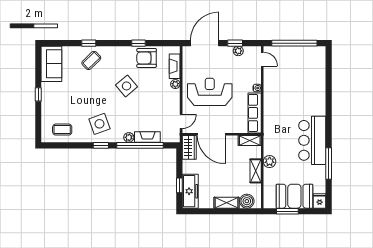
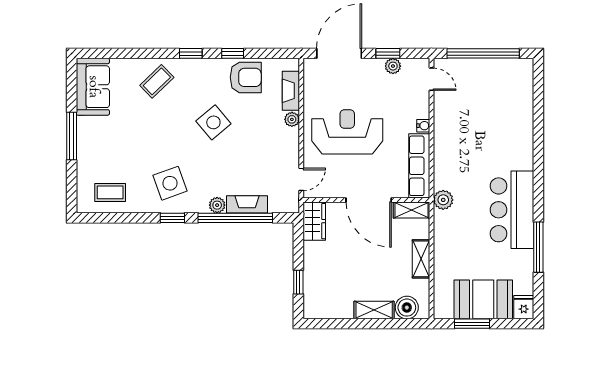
window: (89, 43) -> (191, 53), moved
armchair: (147, 58) -> (246, 77), turned 180
window: (38, 94) -> (72, 136), width x2.17
door: (211, 134) -> (369, 200), moved
plant: (270, 162) -> (443, 200), moved
freezer: (190, 191) -> (316, 292), removed

